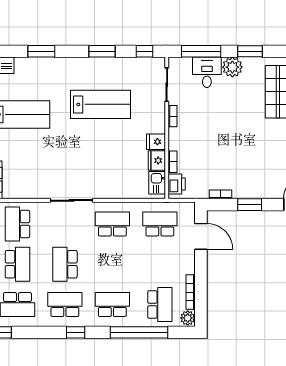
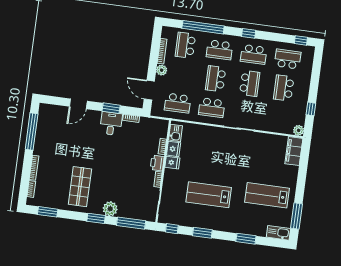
desk: (207, 72) -> (111, 124), moved, turned 180
printer: (177, 184) -> (157, 163), moved
school desk: (17, 224) -> (216, 79), moved, turned 180
plant: (188, 318) -> (162, 70), moved

